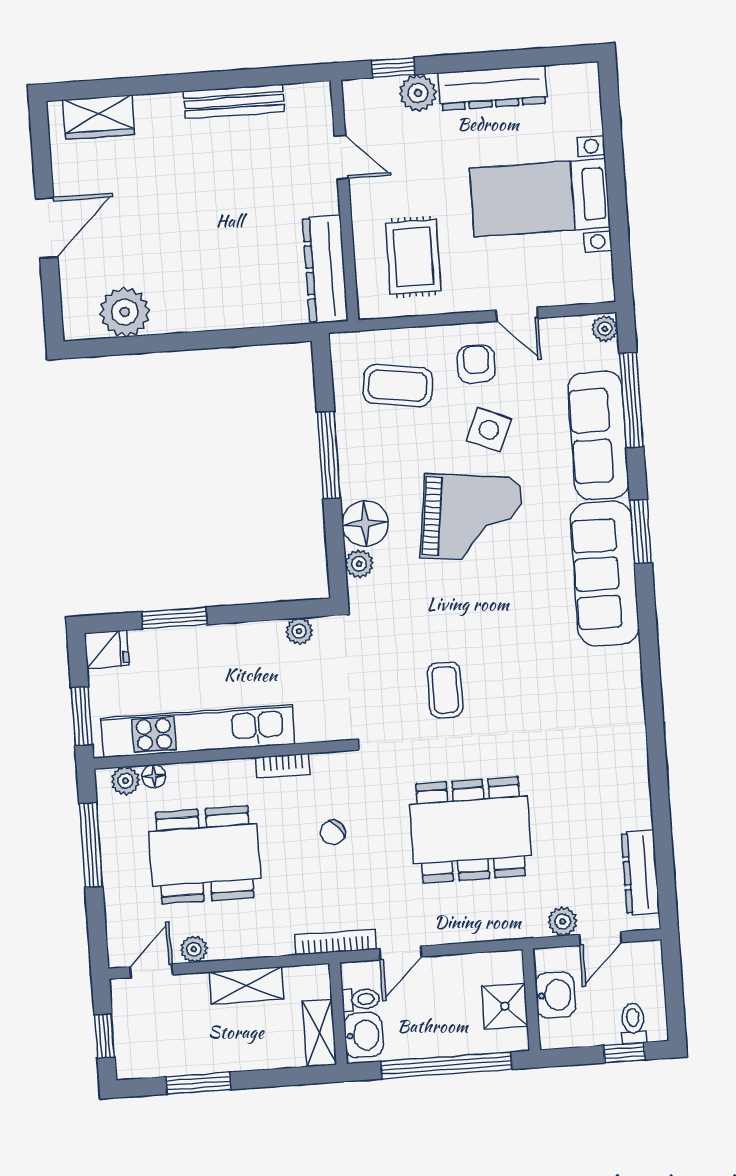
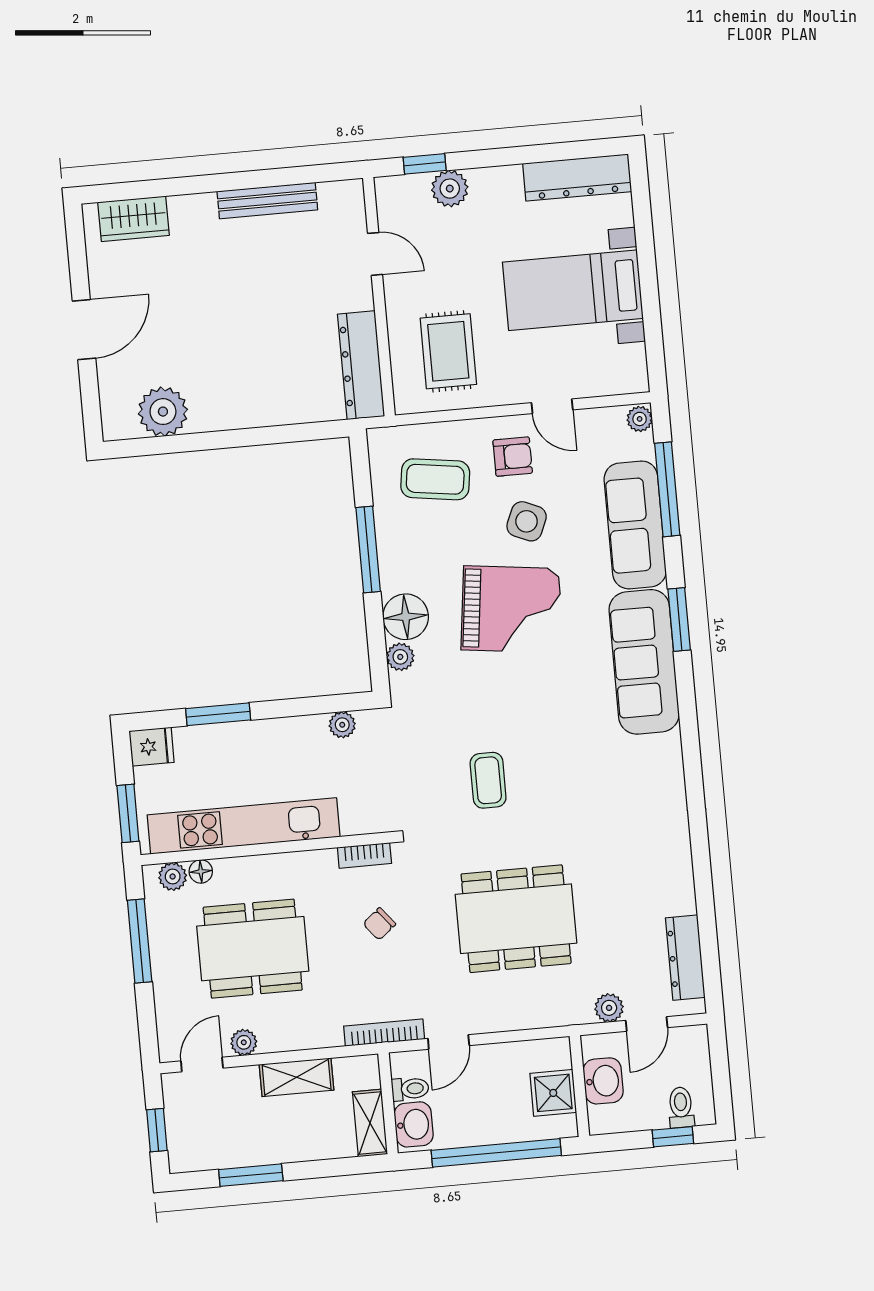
dresser: (493, 88) -> (577, 177), moved
armchair: (476, 364) -> (513, 457), turned 90
bookcase: (283, 766) -> (364, 855), moved

